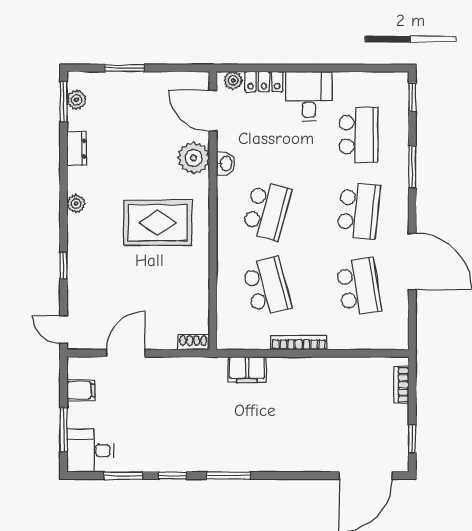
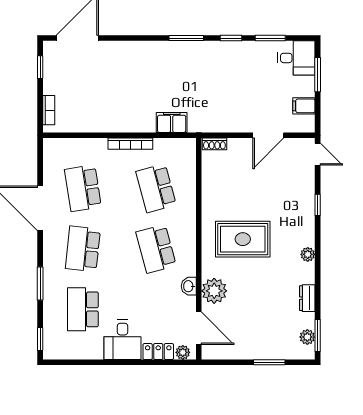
school desk: (267, 211) -> (156, 249), turned -30

